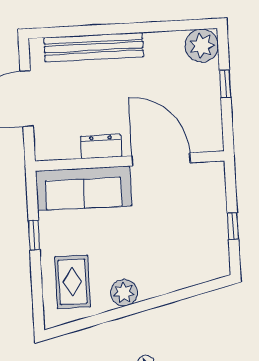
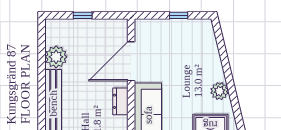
plant: (202, 46) -> (56, 57), moved

